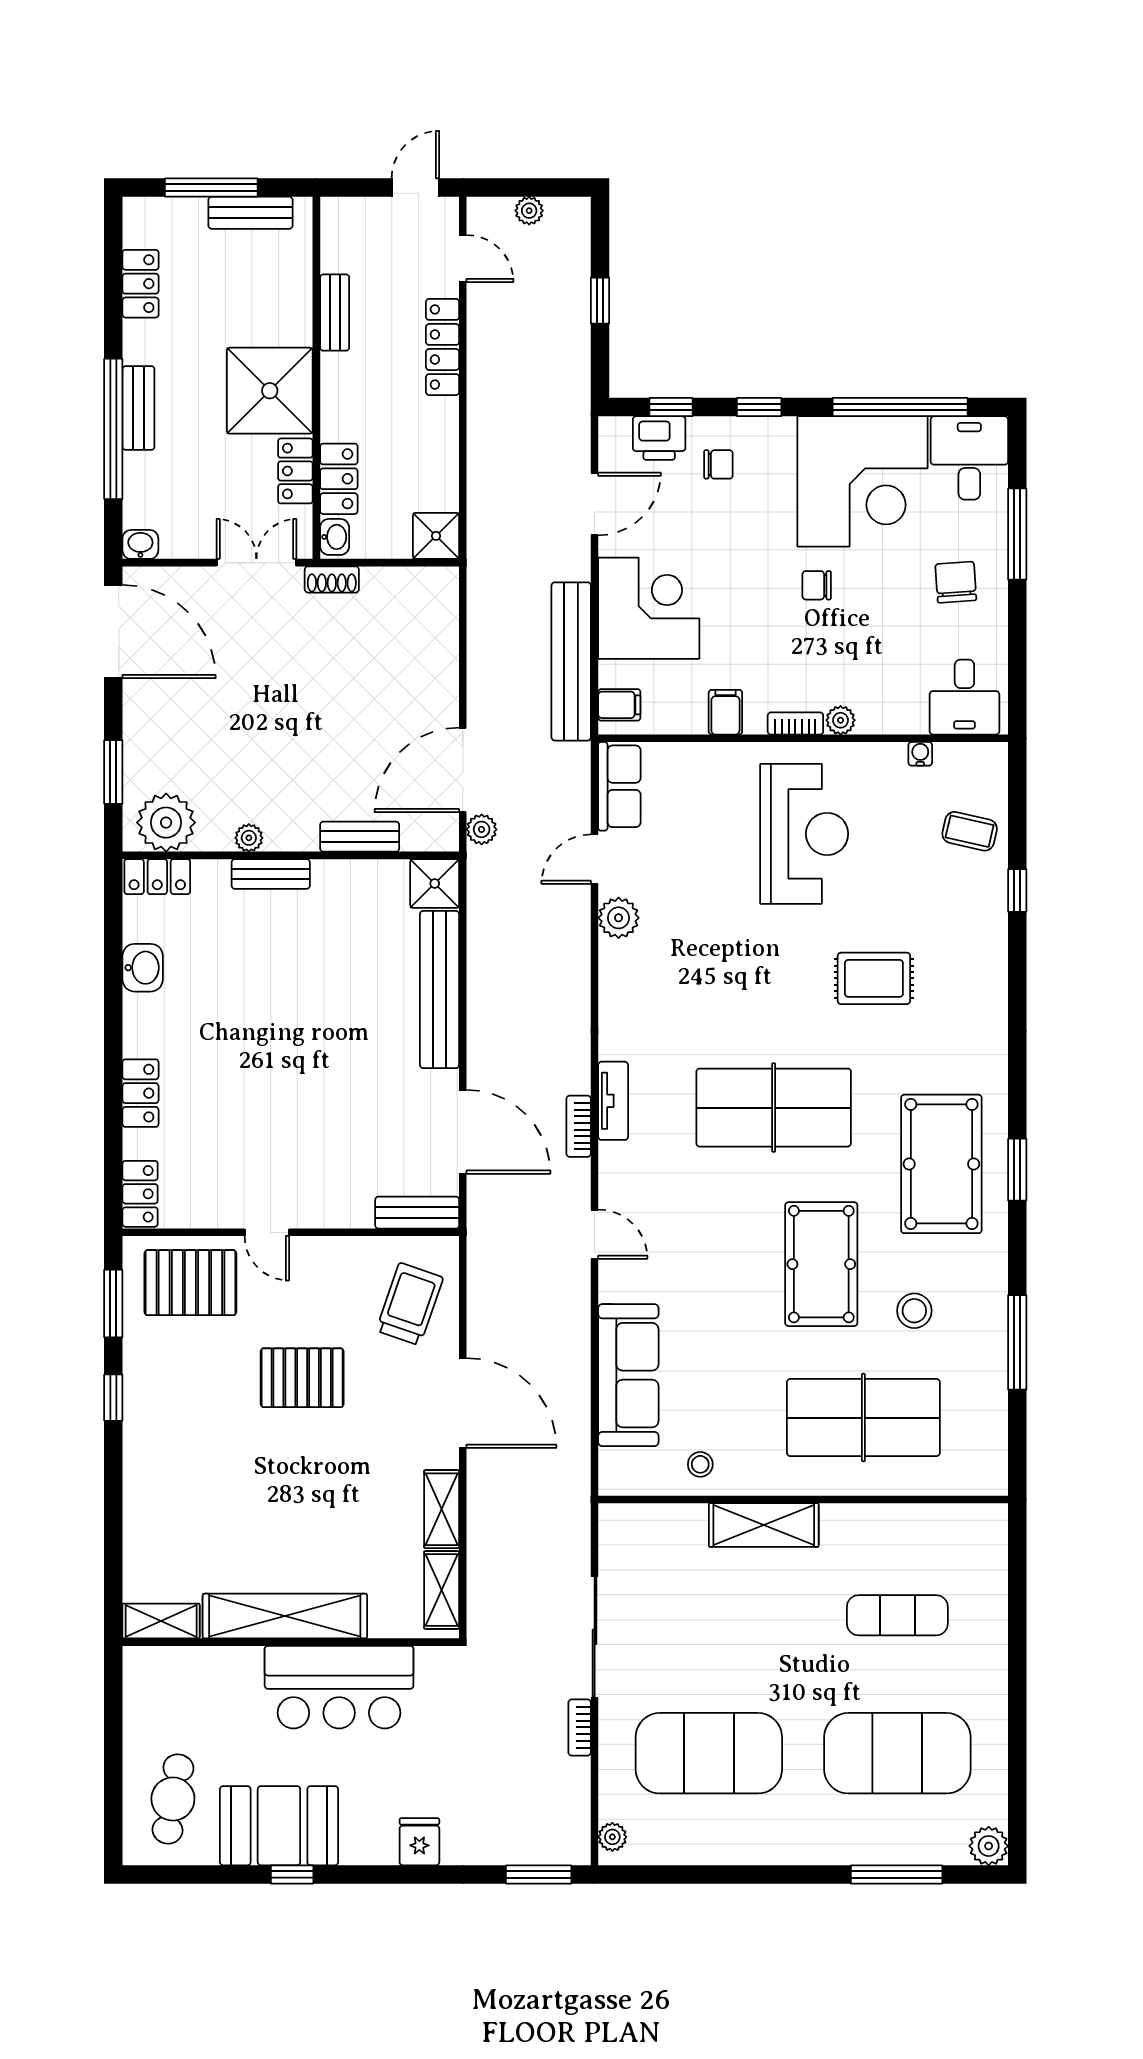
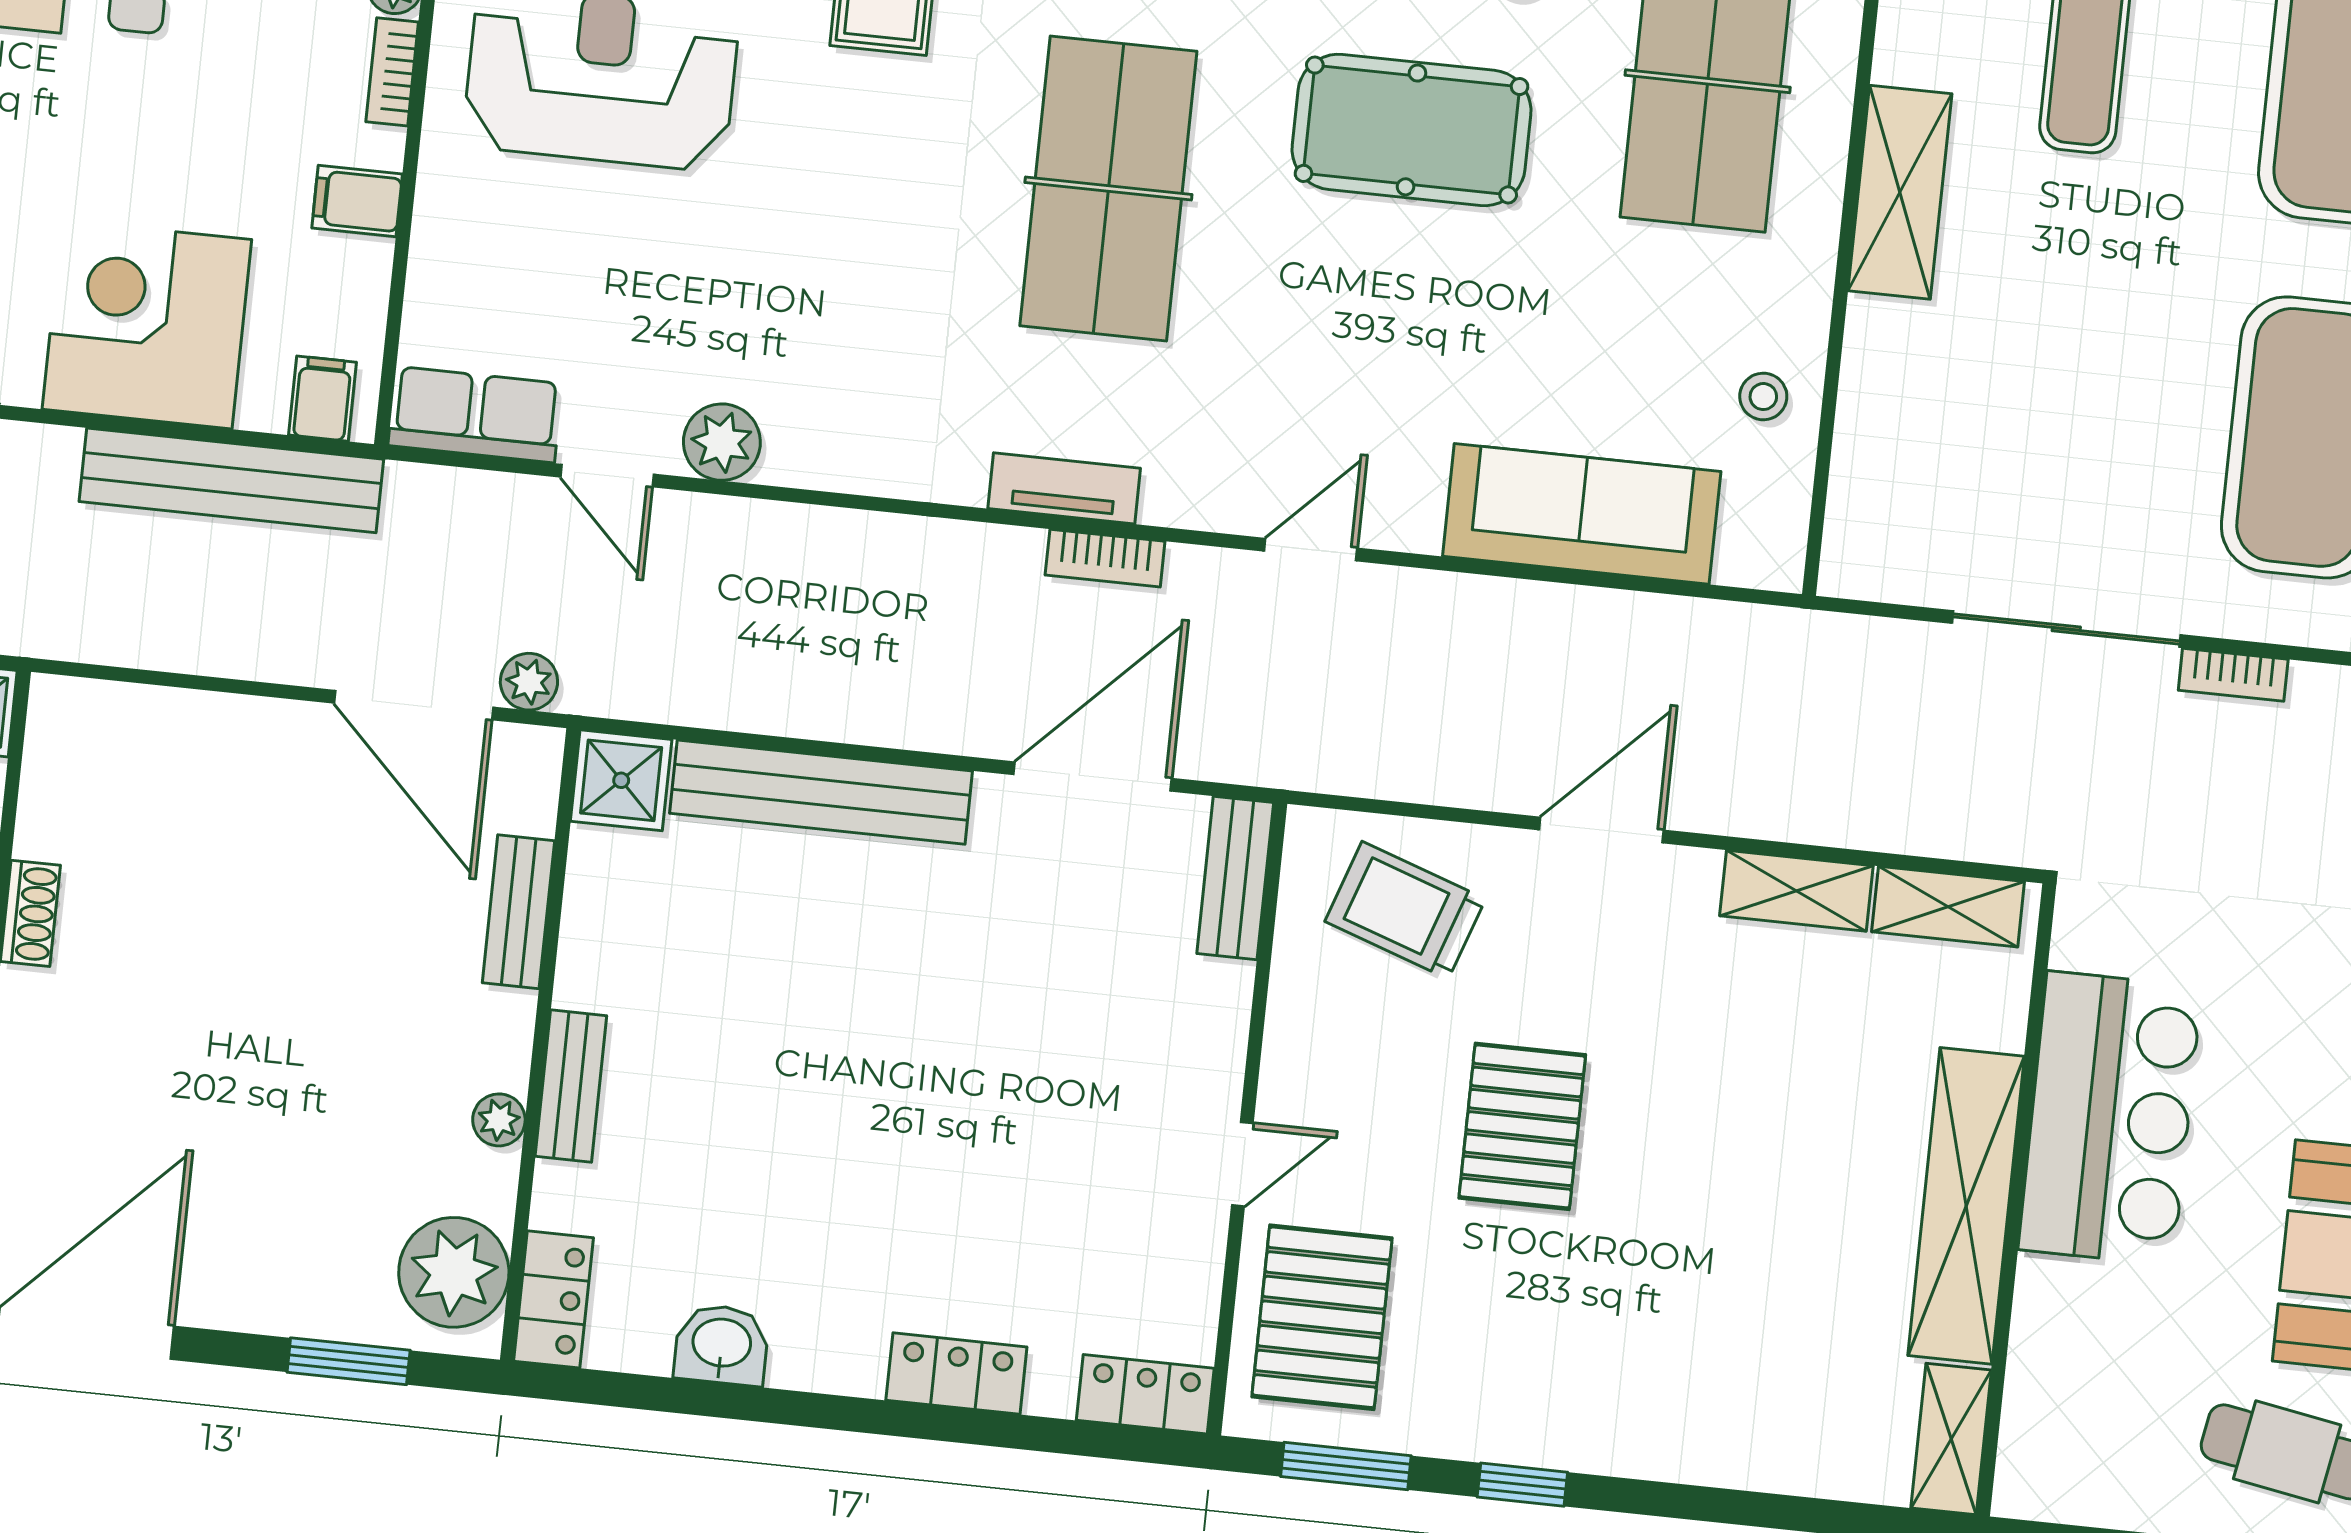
door: (463, 1403) -> (1601, 830), width x0.73
shelving: (764, 1525) -> (1900, 192), moved

